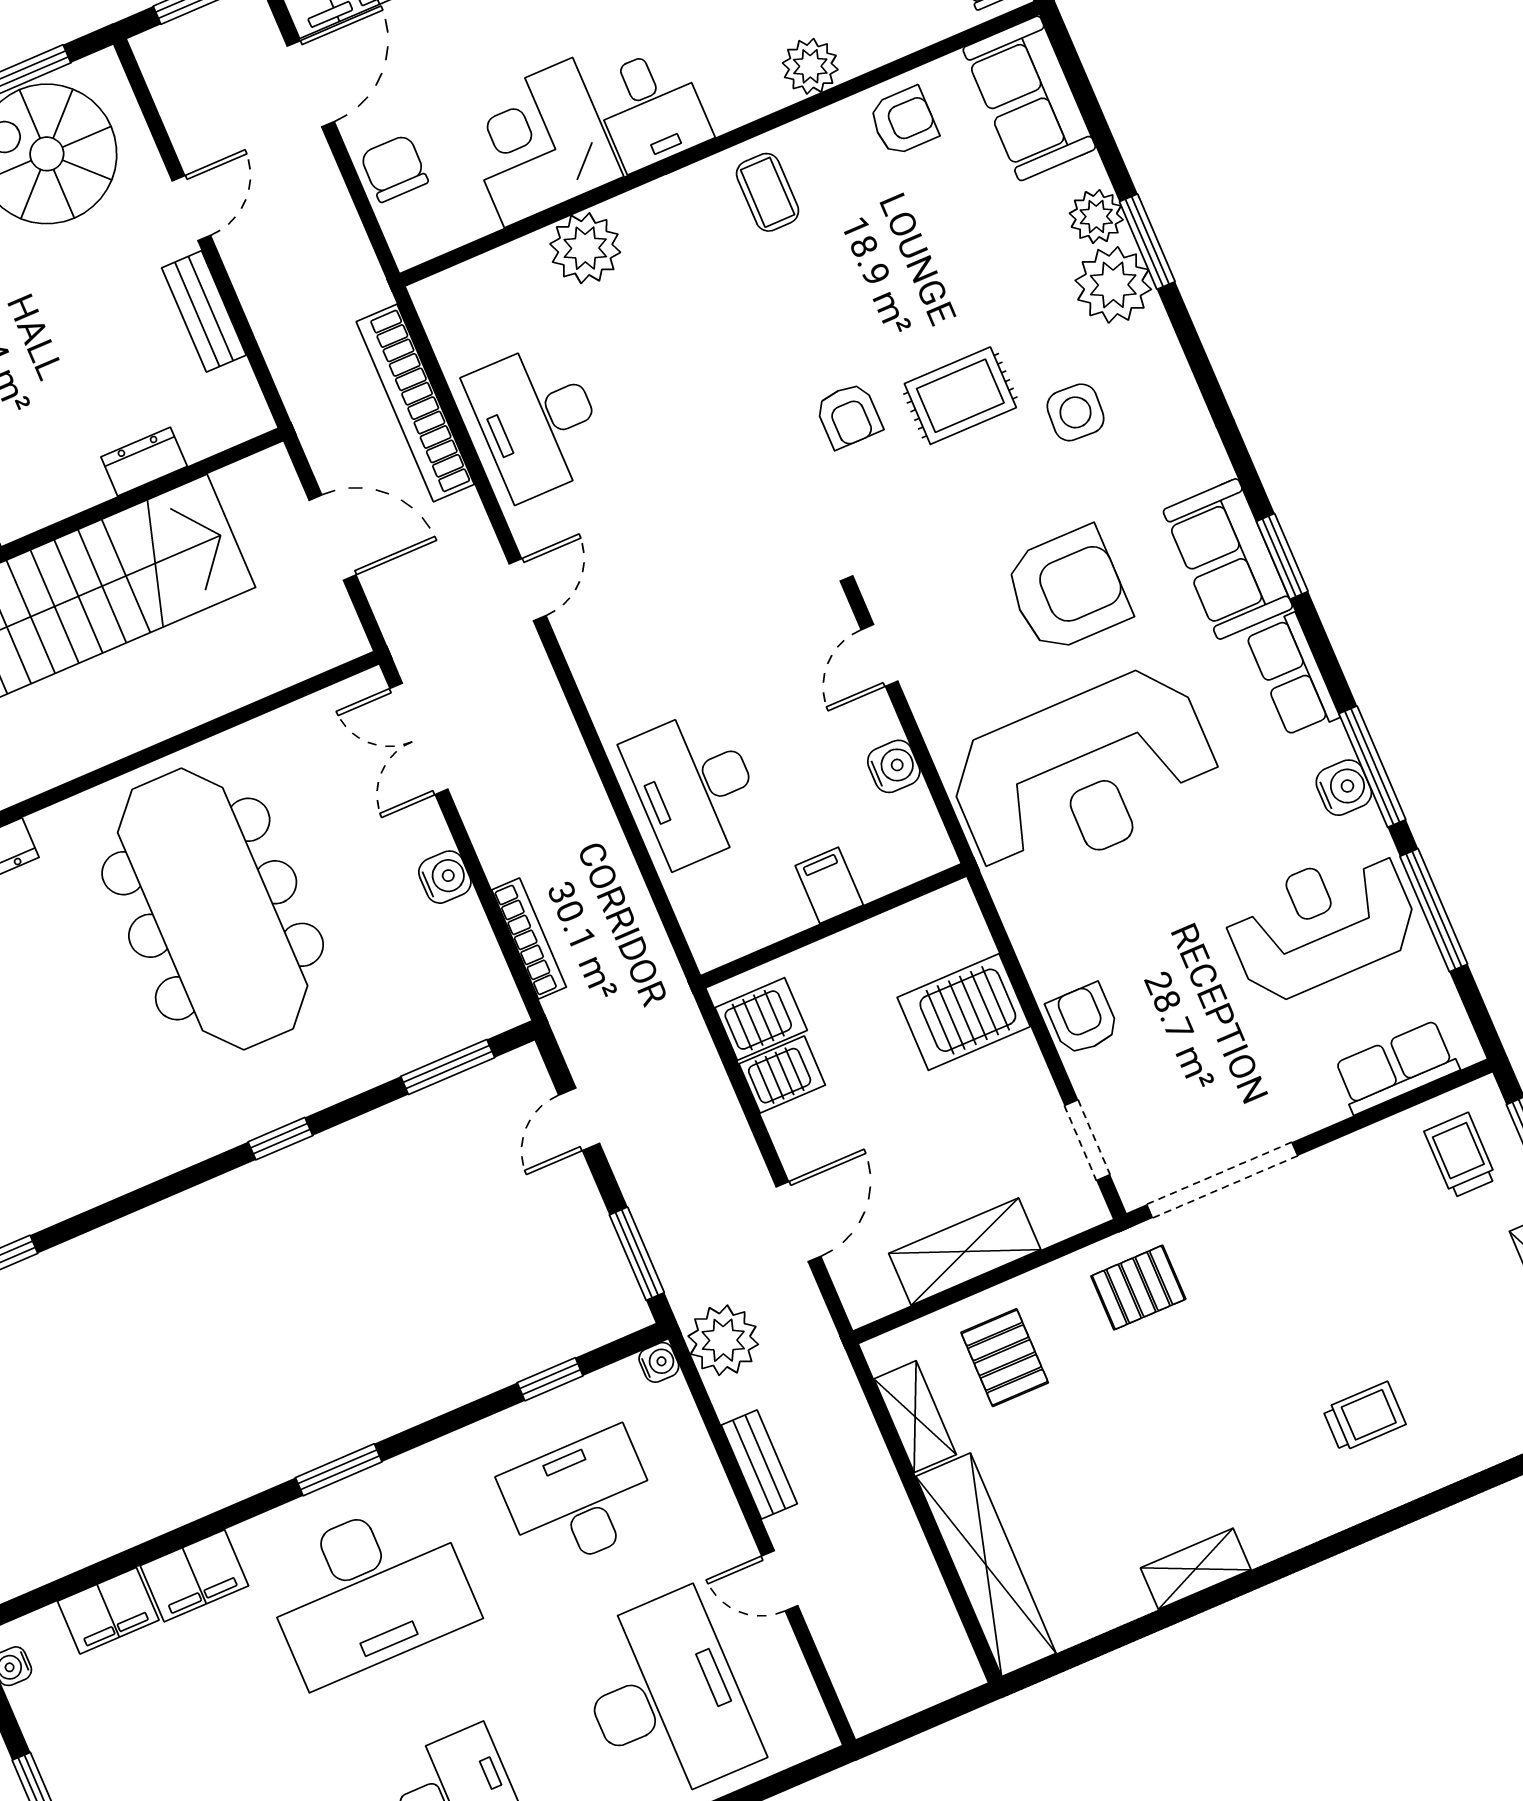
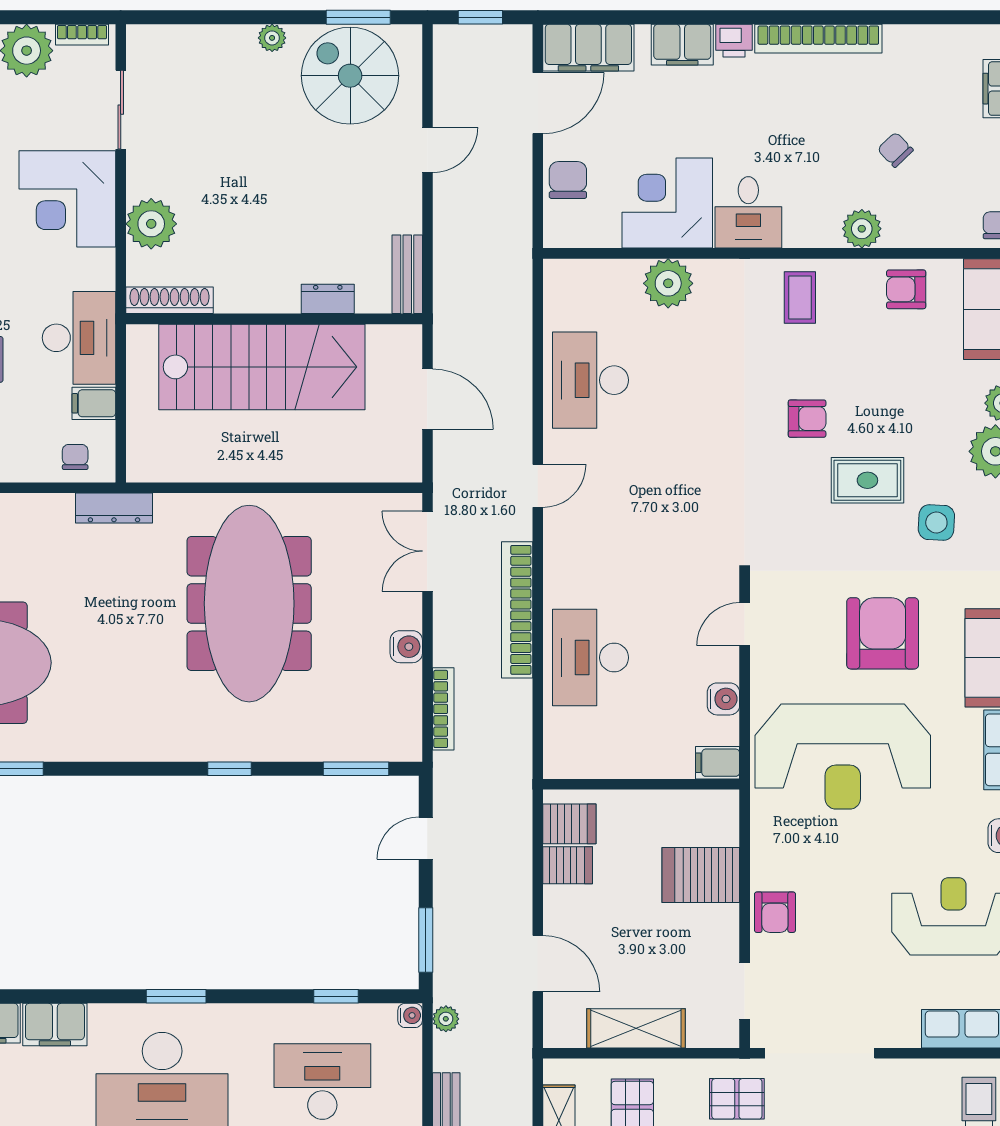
armchair: (903, 121) -> (906, 289), turned 180
bench: (204, 311) -> (407, 274), moved
bookcase: (415, 403) -> (517, 610), moved
armchair: (849, 416) -> (807, 419), moved, turned -90
armchair: (1067, 590) -> (883, 633), turned -90
filing cabinet: (829, 885) -> (718, 763), moved, turned -90
armchair: (1083, 1019) -> (775, 912), turned 180
door: (798, 1222) -> (538, 964), hinge flipped
plant: (723, 1340) -> (446, 1019), width x0.53, depth x0.53

